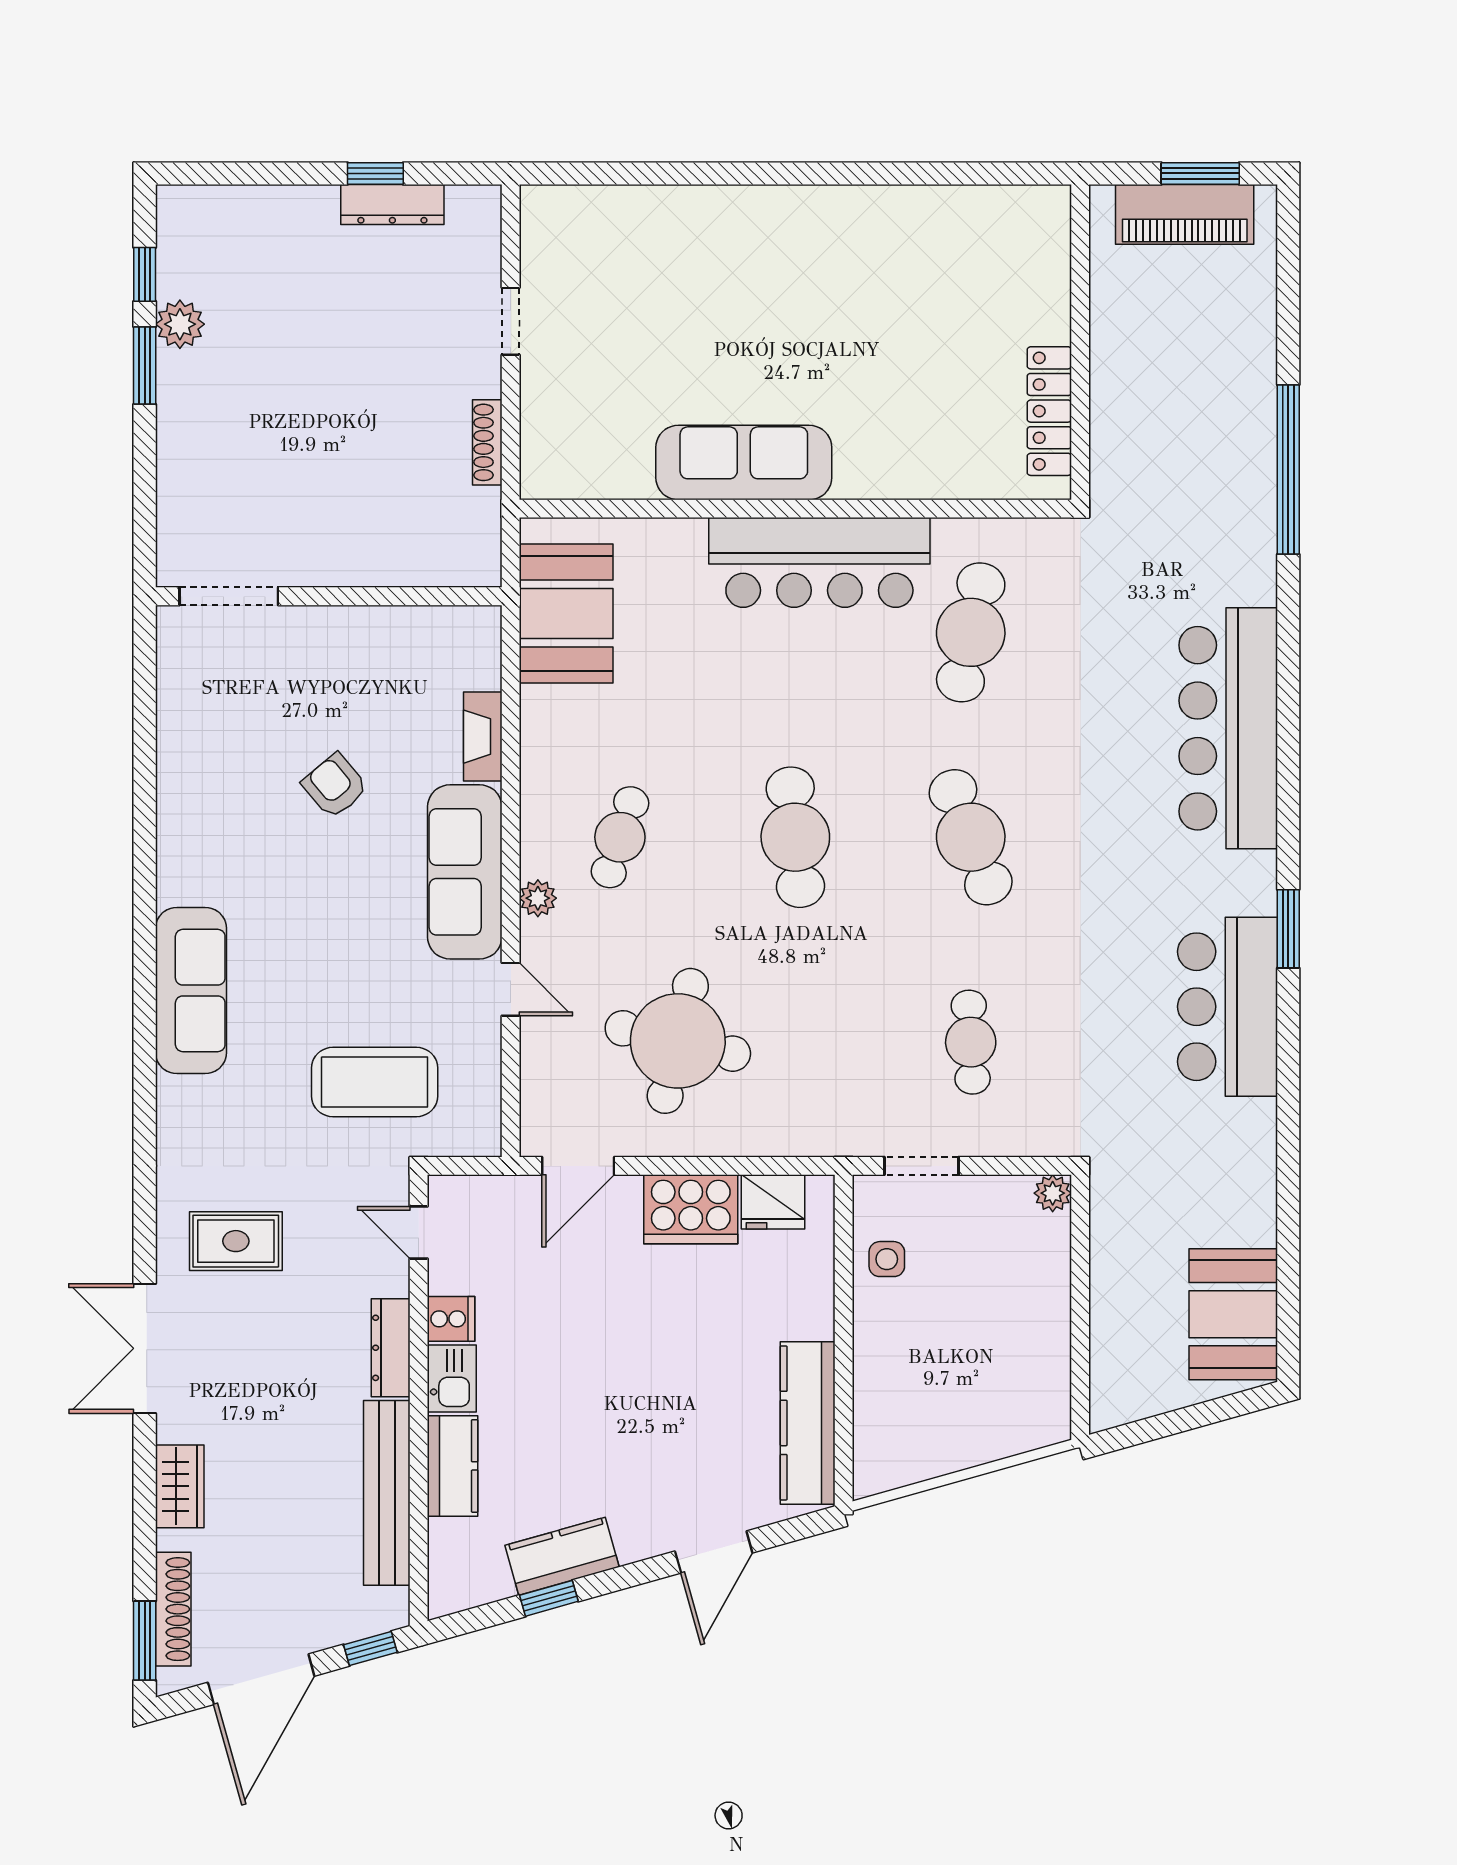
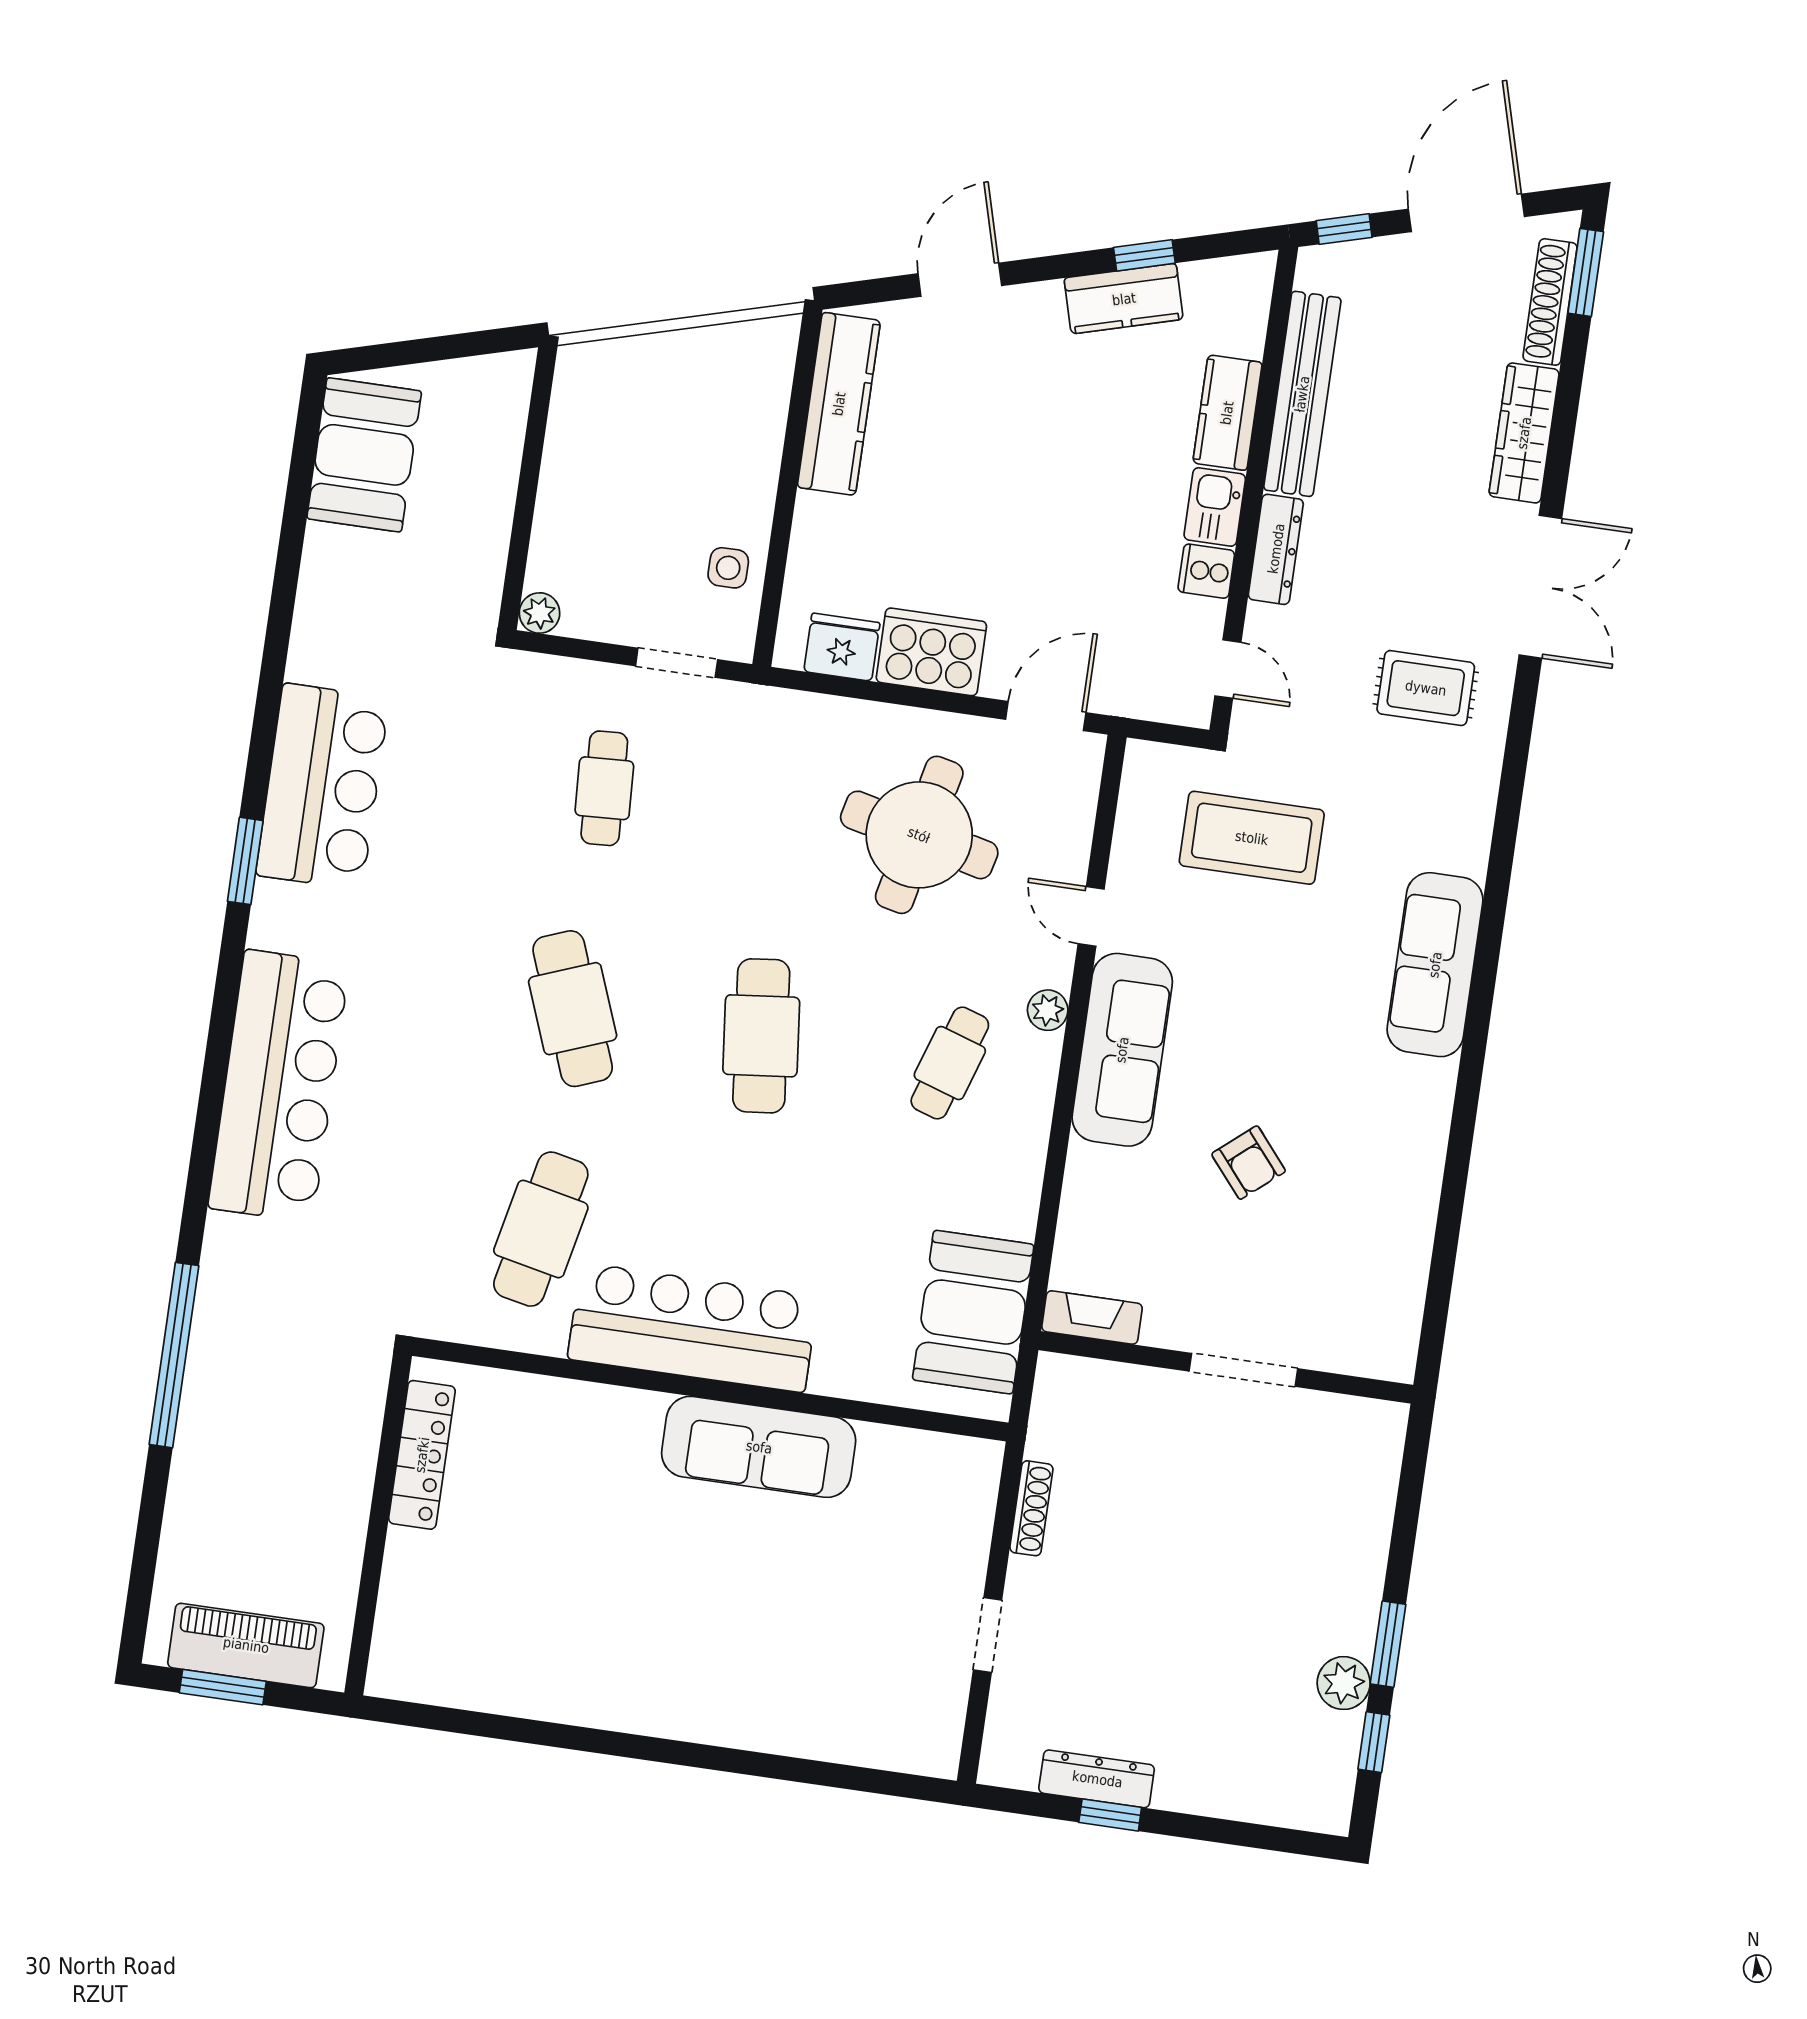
doorway: (229, 596) -> (1243, 1370), moved
fireplace: (483, 737) -> (1092, 1318), moved, turned -90
wardrobe: (180, 1486) -> (1524, 433), width x1.50

